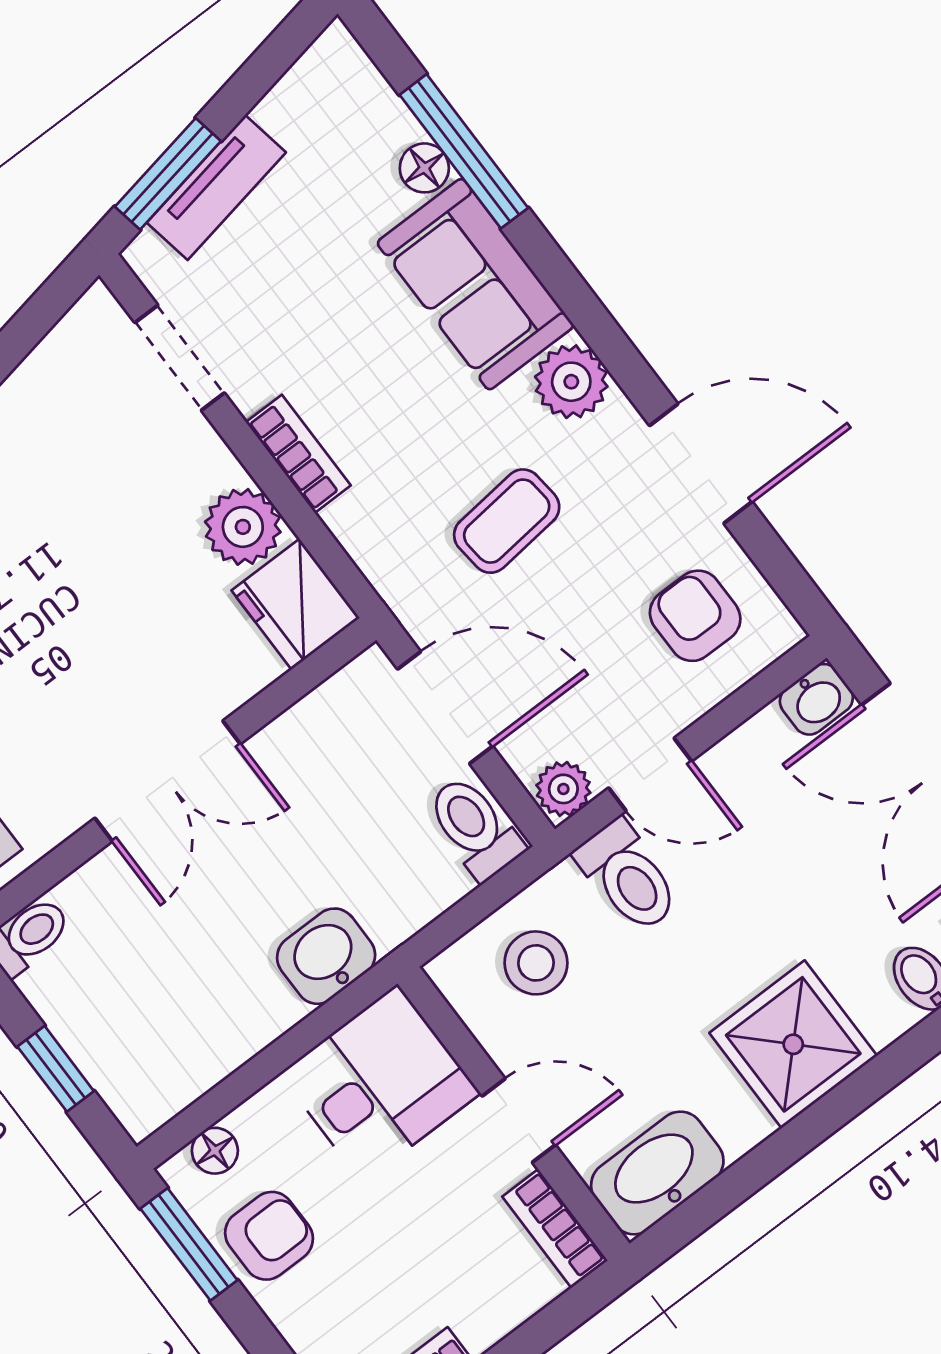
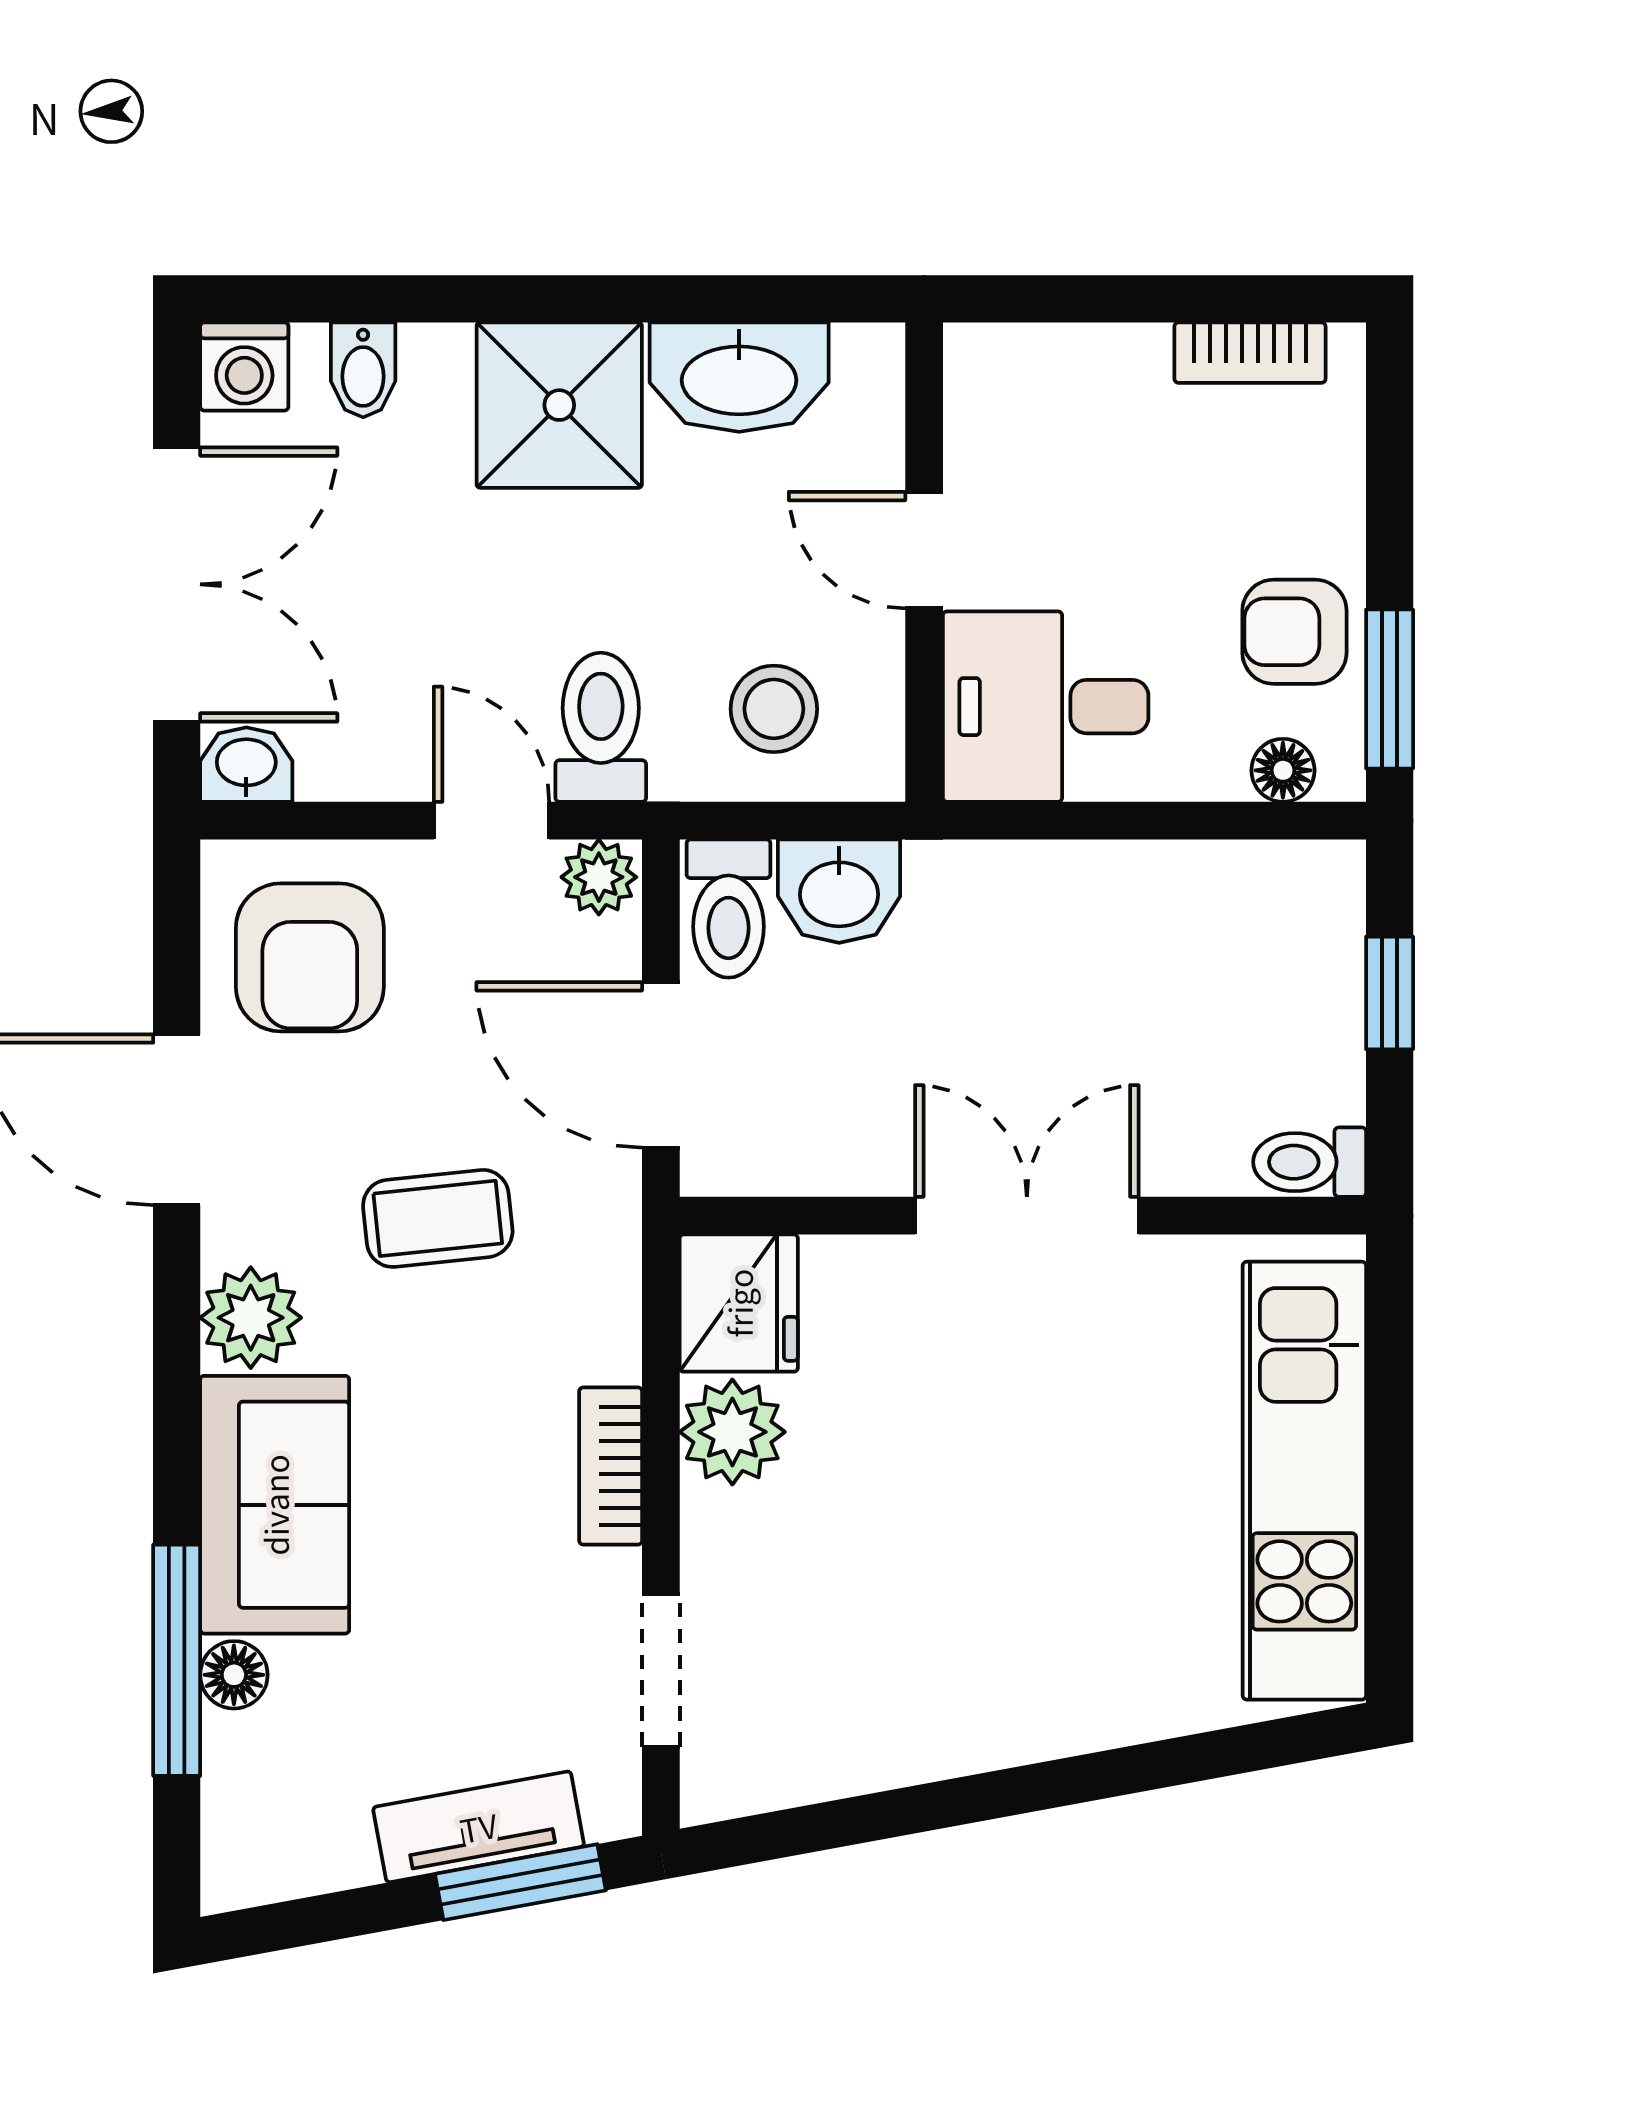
armchair: (695, 616) -> (310, 957), width x1.38, depth x1.38
washbasin: (326, 956) -> (839, 891), moved
washbasin: (657, 1173) -> (739, 377), moved
bookcase: (555, 1228) -> (974, 402), removed

